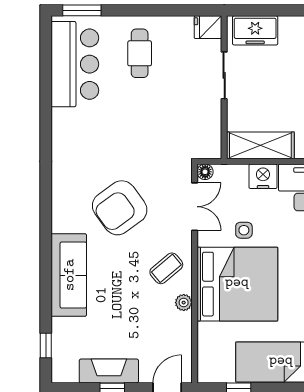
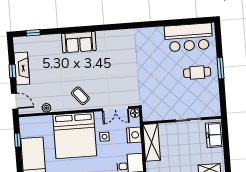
window: (82, 10) -> (220, 68), moved
fridge: (208, 27) -> (214, 109), removed
nightstand: (263, 176) -> (134, 135), moved
armchair: (120, 208) -> (112, 68), removed
sofa: (69, 275) -> (79, 42), width x0.73
plant: (184, 303) -> (46, 108), moved

